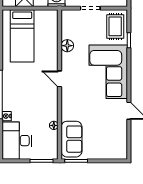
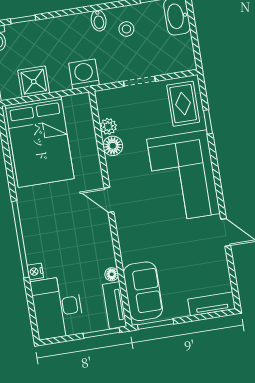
plant: (66, 33) -> (108, 126), added
bed: (22, 36) -> (40, 142), width x1.50
tv unit: (53, 145) -> (115, 305), added
tv unit: (113, 154) -> (212, 304), added

